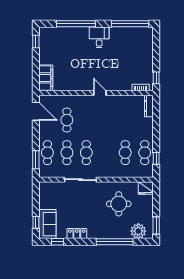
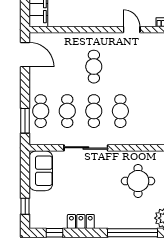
door: (100, 93) -> (132, 30), moved
cafe table: (67, 120) -> (94, 67), moved
cafe table: (125, 153) -> (120, 111), moved
sofa: (47, 224) -> (41, 171), moved

